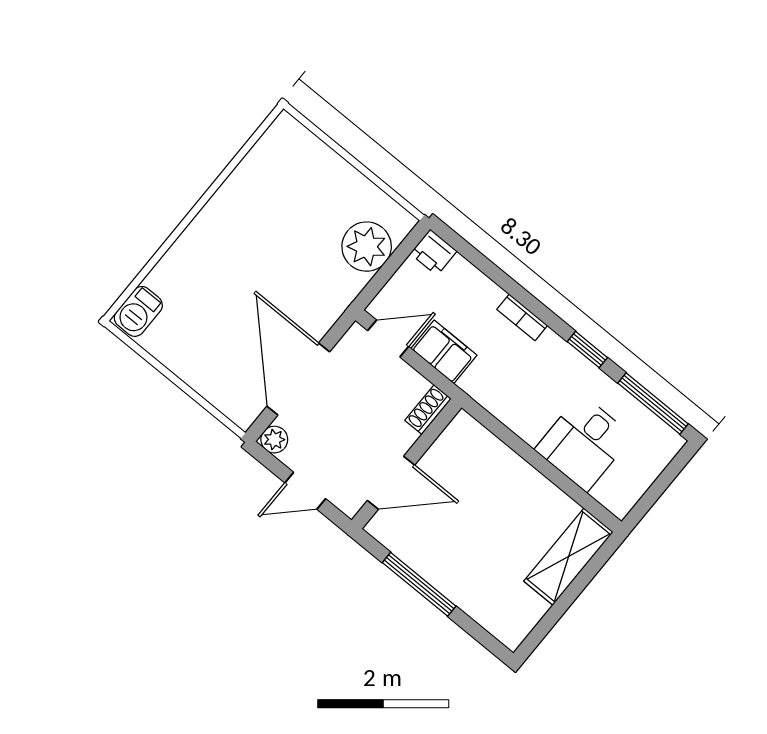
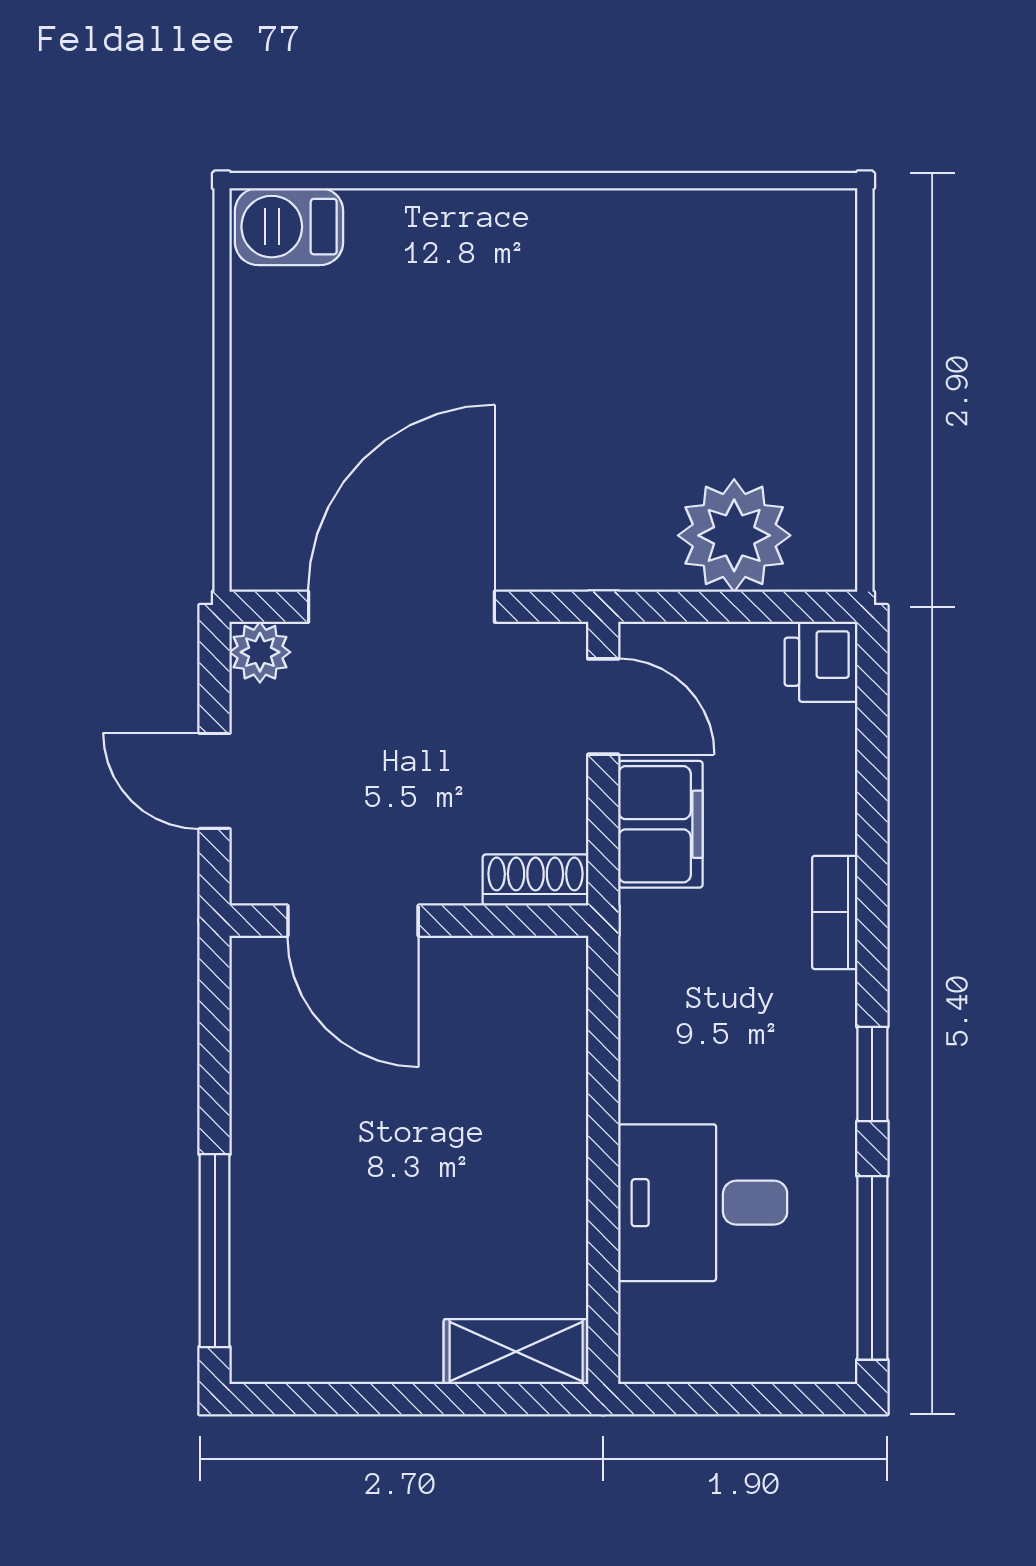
shelving: (569, 557) -> (516, 1352), width x0.67, depth x0.75
window: (419, 584) -> (215, 1251), moved

